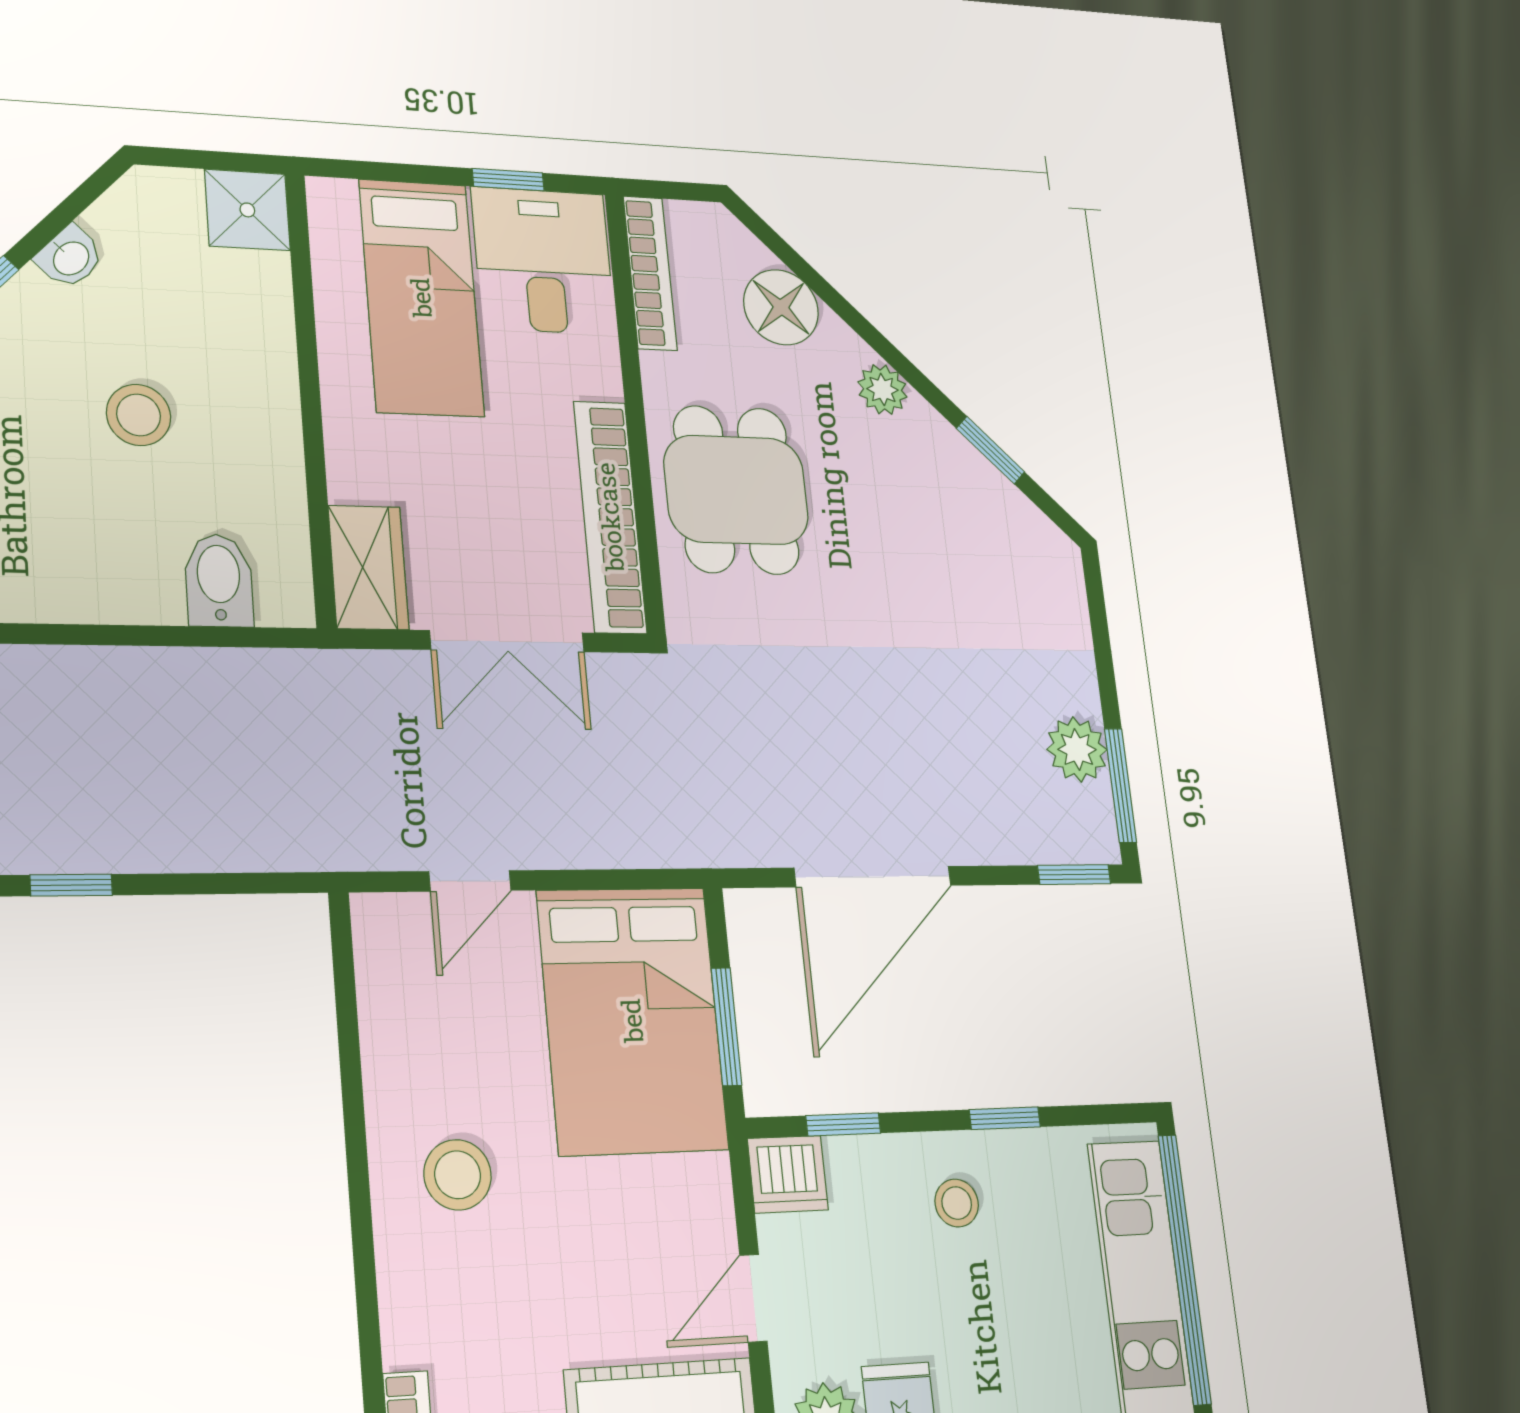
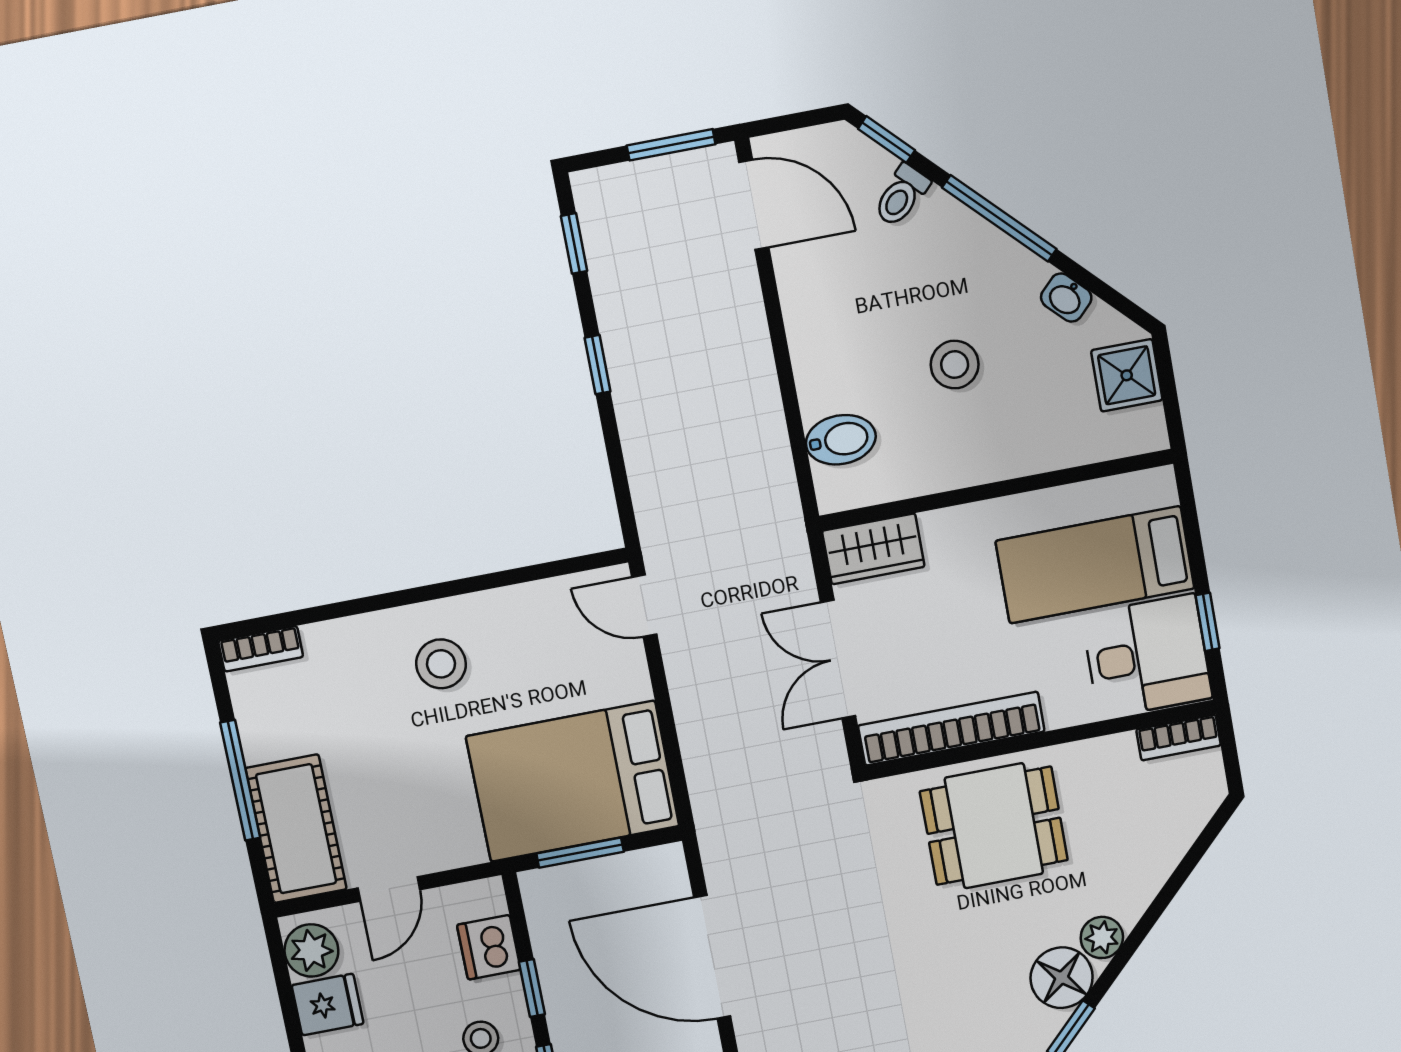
shower: (247, 210) -> (1127, 375), moved
bookcase: (650, 273) -> (1179, 738), width x0.64
floor lamp: (781, 307) -> (1062, 978), moved
door: (470, 881) -> (644, 606), moved
window: (843, 1124) -> (532, 988), moved
dishwasher: (788, 1174) -> (489, 947), moved
door: (753, 1298) -> (389, 889), swing flipped

